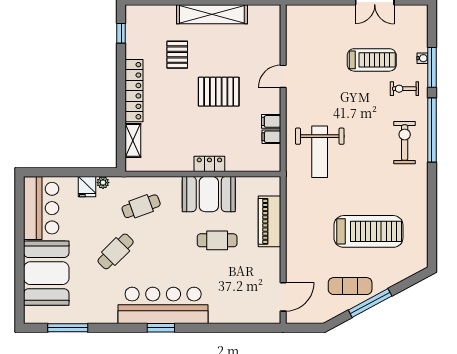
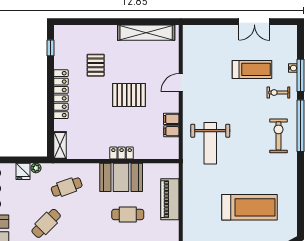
shelving: (212, 14) -> (146, 33), moved
shelving: (133, 140) -> (60, 145), moved

